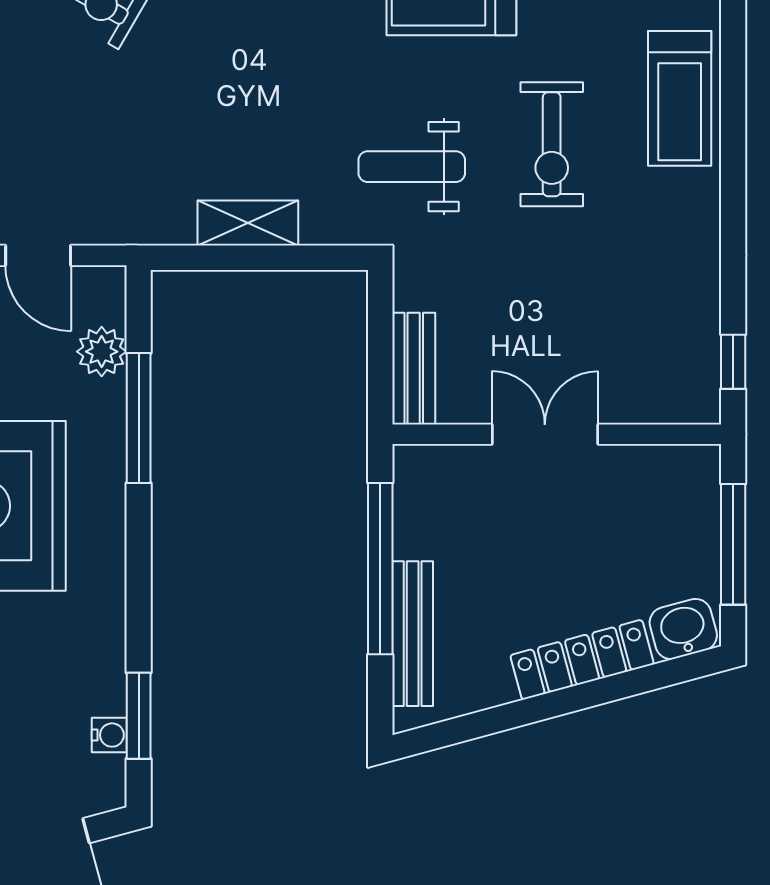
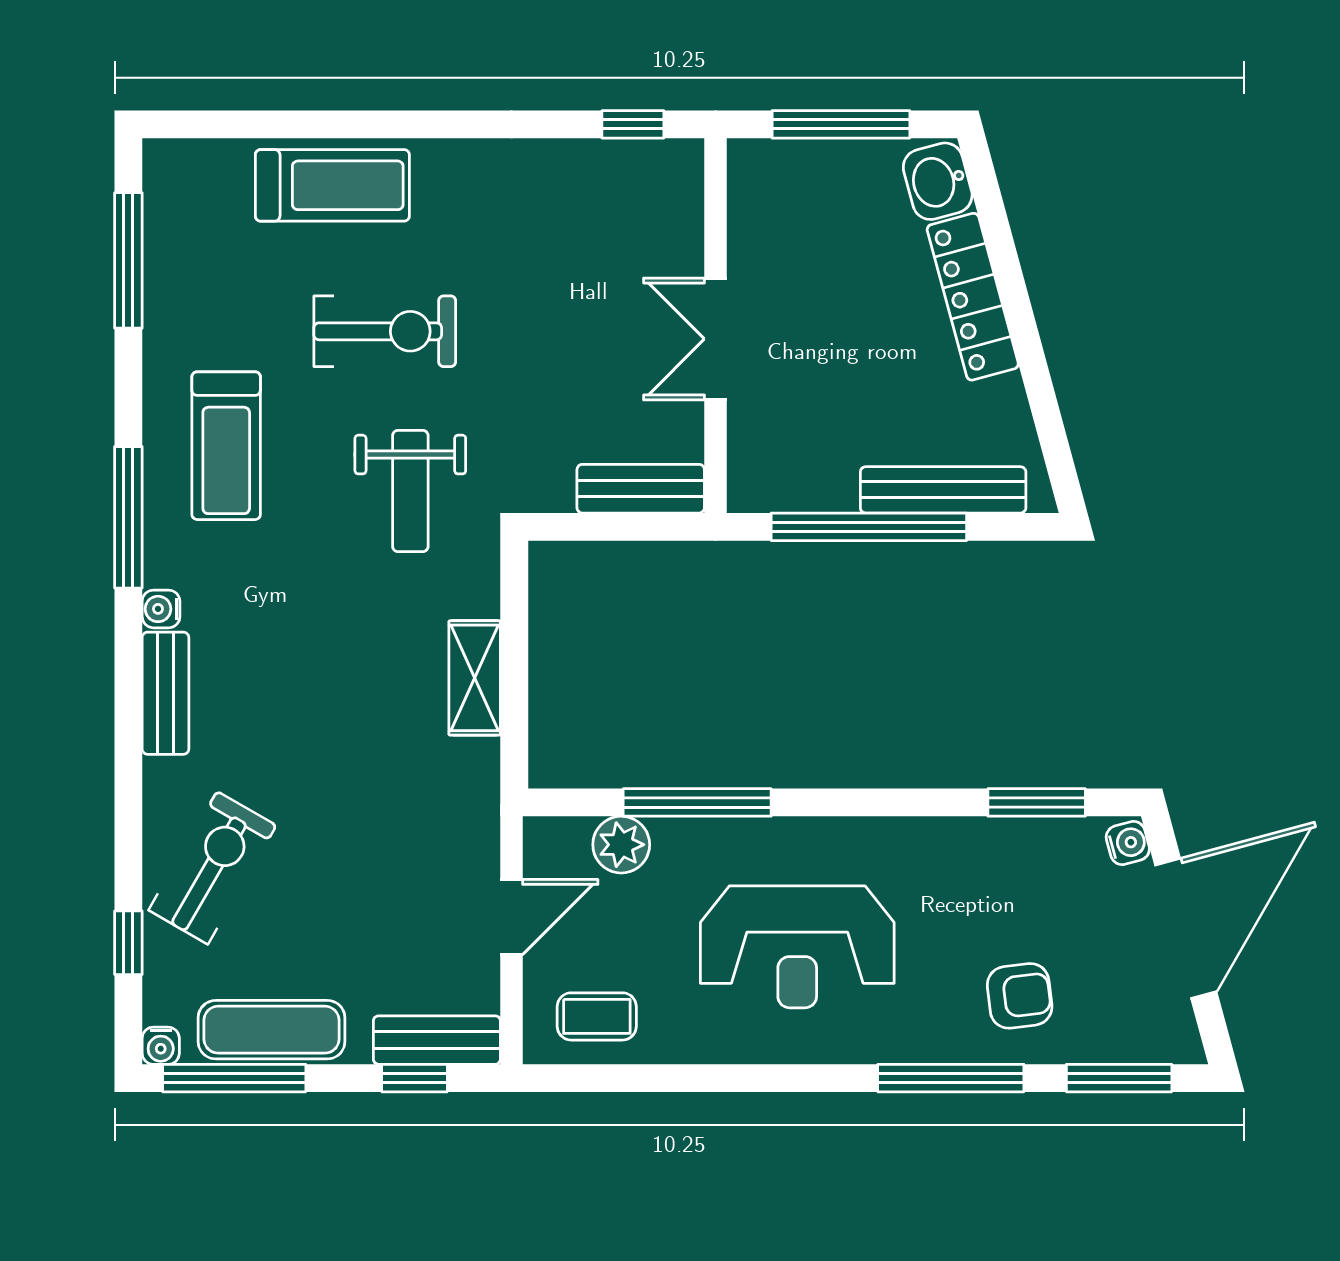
water cooler: (109, 735) -> (1128, 843), moved, turned 75

